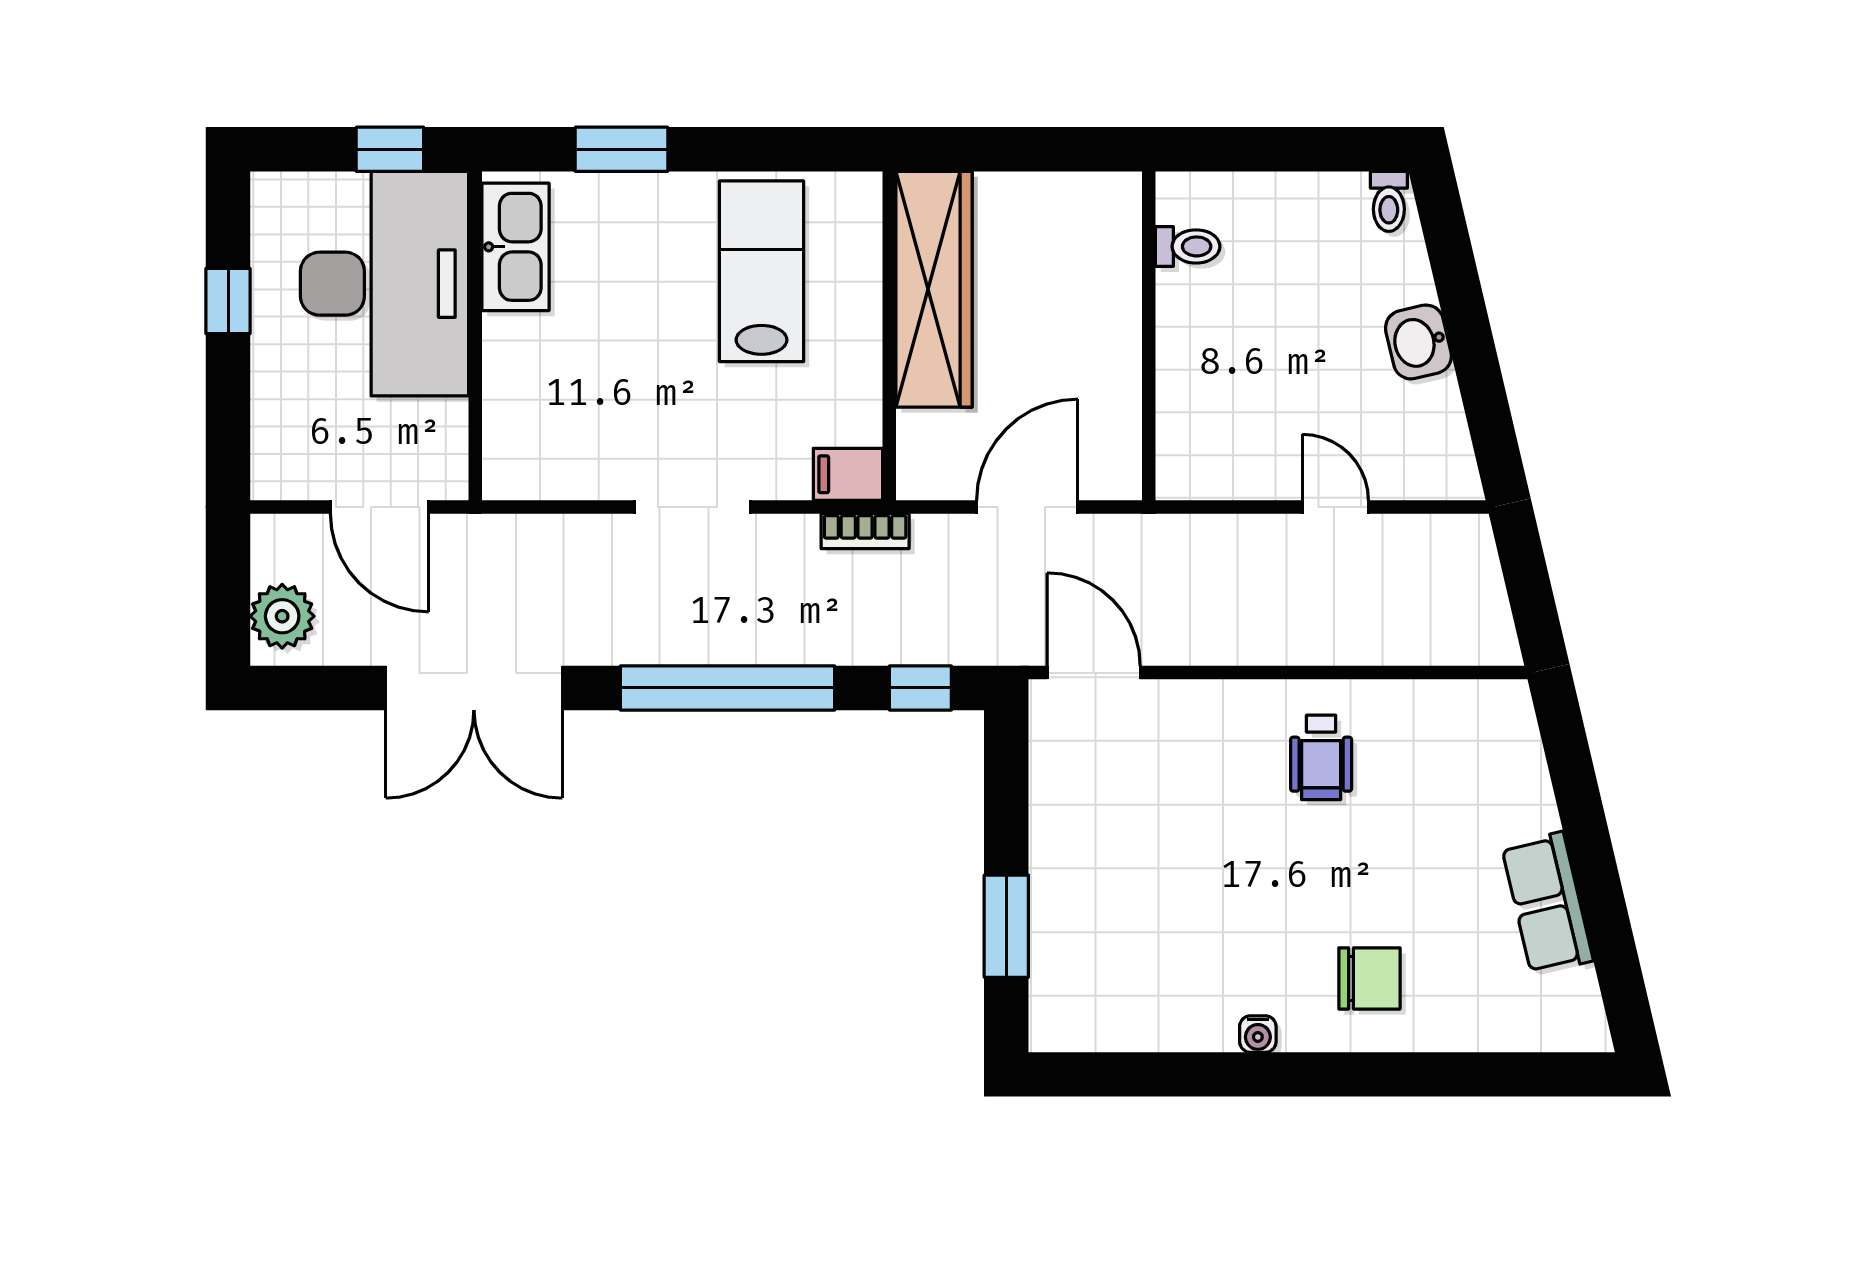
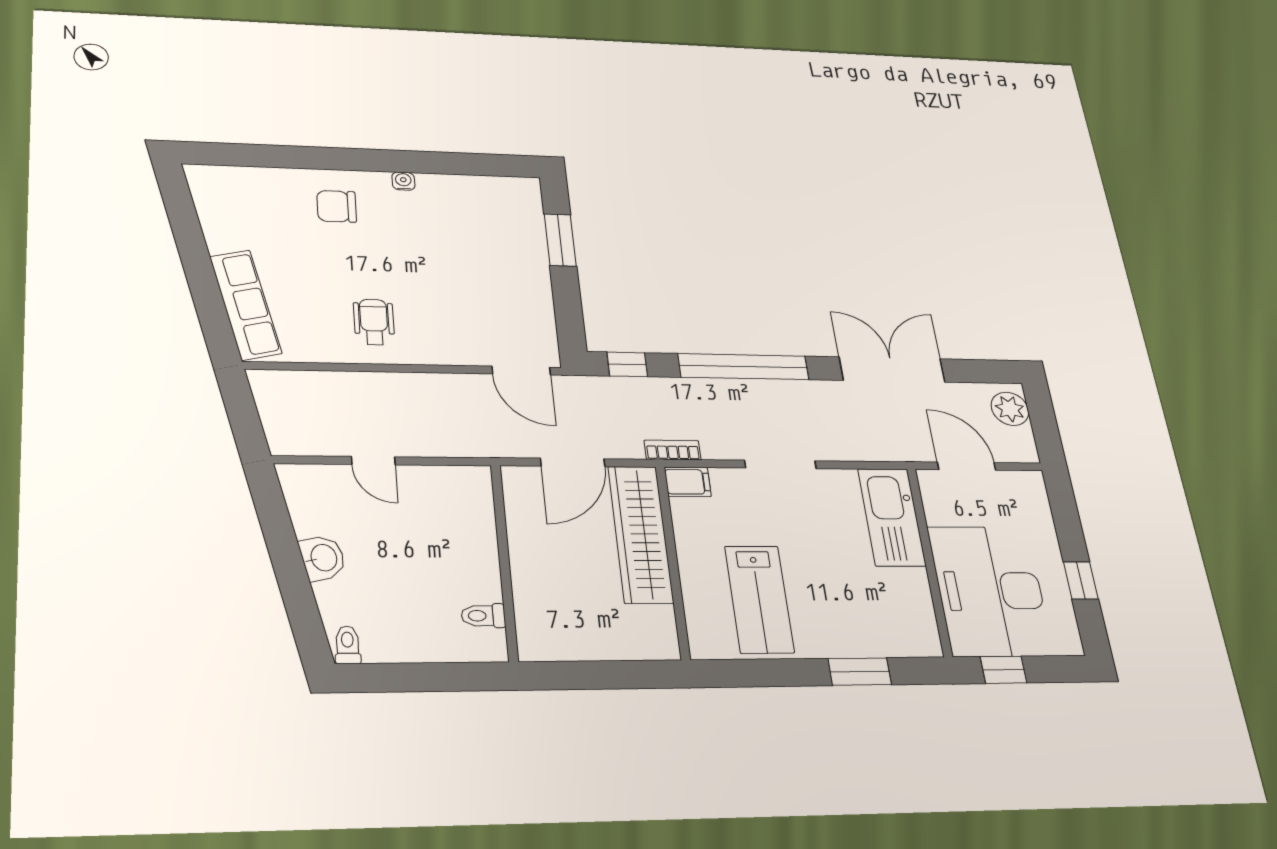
kitchen sink: (516, 247) -> (892, 517), moved, width x1.36, depth x1.24
wardrobe: (934, 289) -> (641, 534), moved
row of seats: (1547, 903) -> (246, 305), moved, width x1.48

